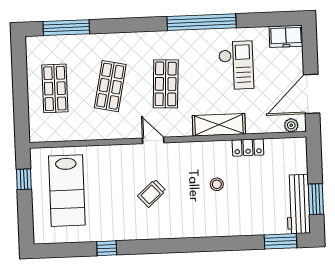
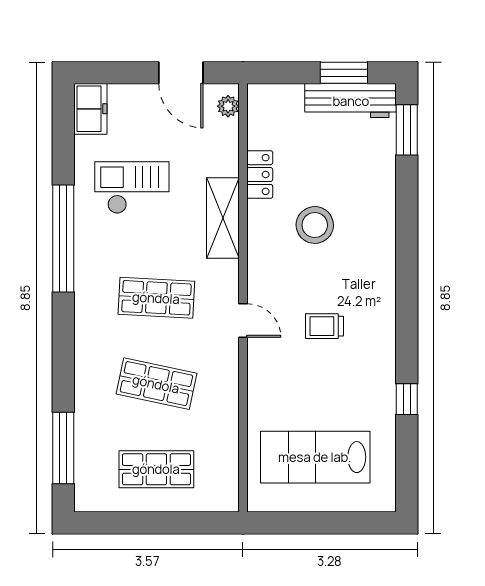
door: (312, 94) -> (181, 73), width x0.73
door: (153, 140) -> (243, 321), swing flipped
window: (24, 179) -> (295, 523), removed
stool: (217, 184) -> (315, 225), width x1.89, depth x1.89
lab bench: (67, 191) -> (315, 457), turned 180
trolley: (152, 193) -> (325, 326), turned 132

